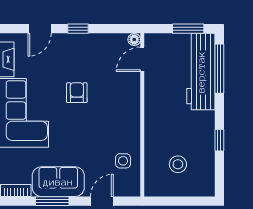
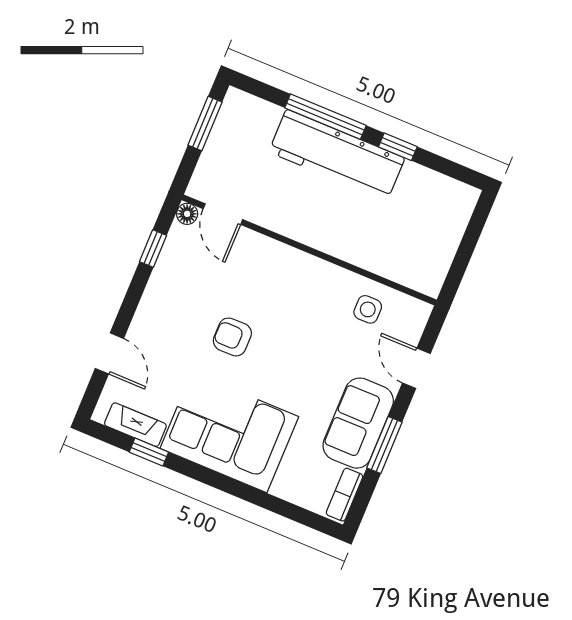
window: (78, 29) -> (153, 248), moved
window: (219, 69) -> (325, 117), moved
workbench: (201, 72) -> (337, 155), moved
stool: (178, 164) -> (408, 227), removed

